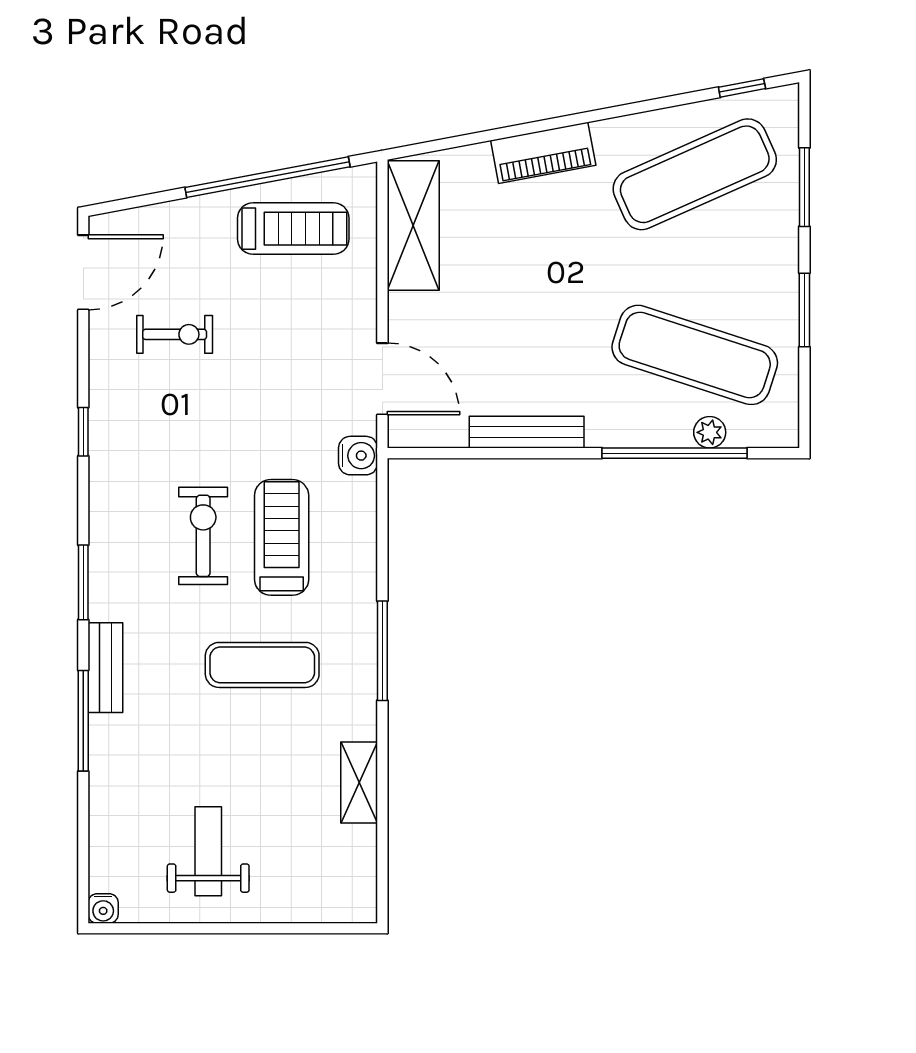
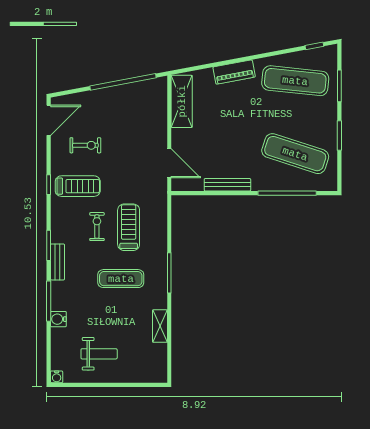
exercise mat: (695, 174) -> (295, 81), turned 30
treadmill: (293, 229) -> (78, 186), moved
plant: (710, 432) -> (301, 185), removed
water cooler: (358, 456) -> (58, 319), moved, turned 180
exercise bike: (203, 536) -> (97, 227), width x0.73, depth x0.72
bench: (105, 668) -> (58, 262), moved
weight bench: (208, 851) -> (99, 354), turned 90

